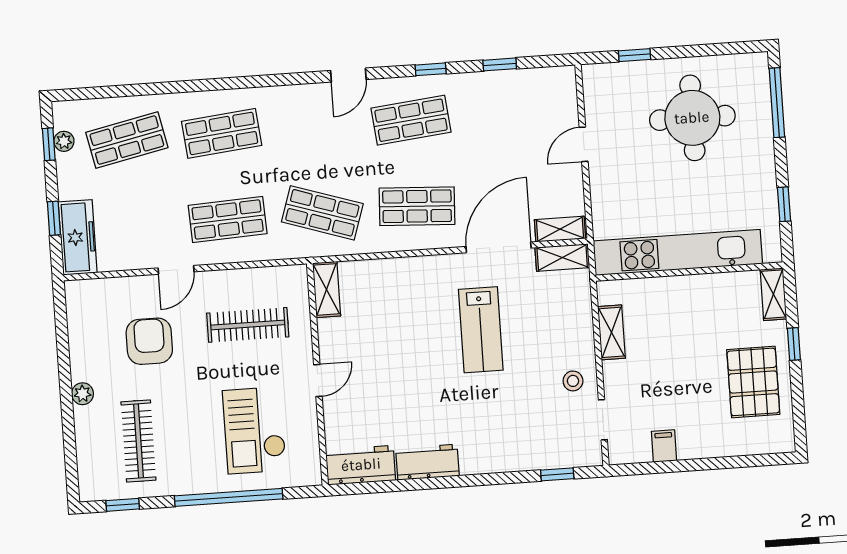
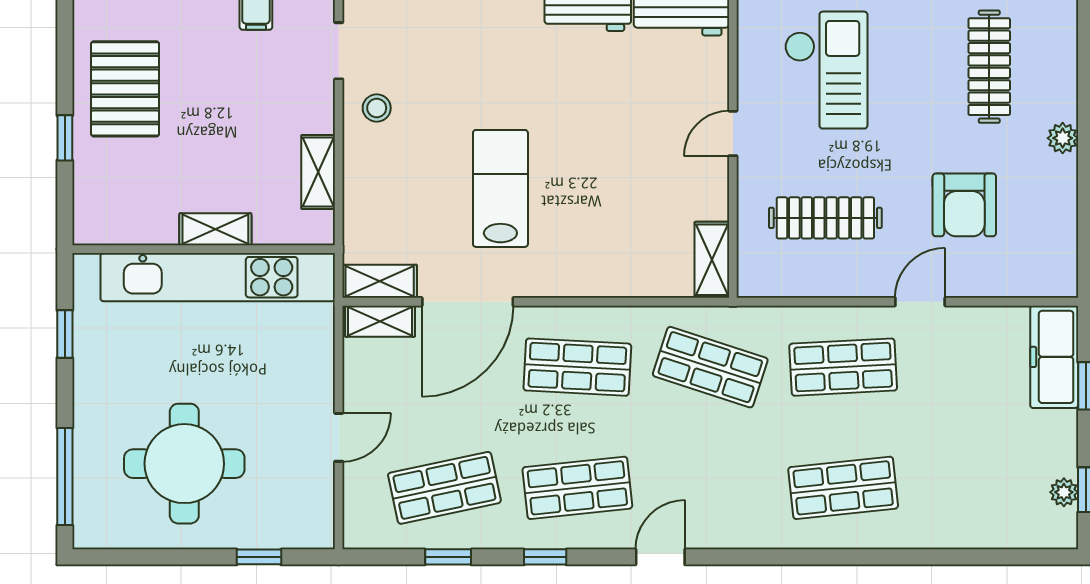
shop shelf: (127, 140) -> (444, 488), moved
shelving: (773, 294) -> (215, 229), moved, turned 90

